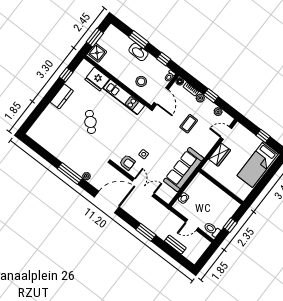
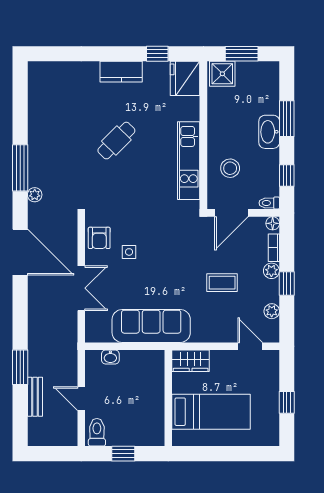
fridge: (97, 79) -> (185, 78), moved
wardrobe: (220, 155) -> (191, 361), moved
bed: (258, 164) -> (211, 412), moved, turned 180
window: (146, 232) -> (20, 367), moved

